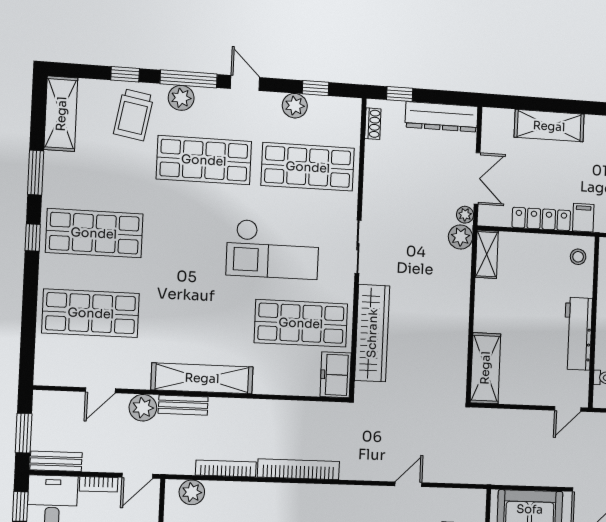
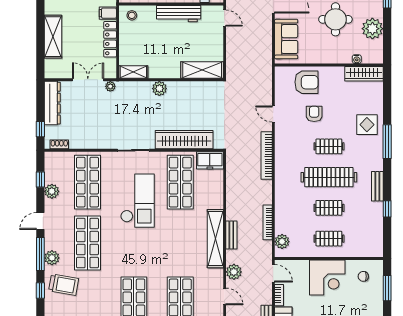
plant: (461, 237) -> (159, 89), moved
bench: (183, 405) -> (231, 235), moved
bookcase: (298, 469) -> (267, 156), moved

